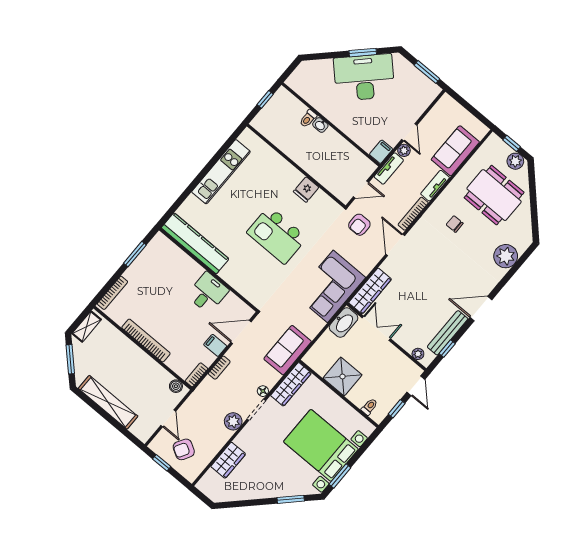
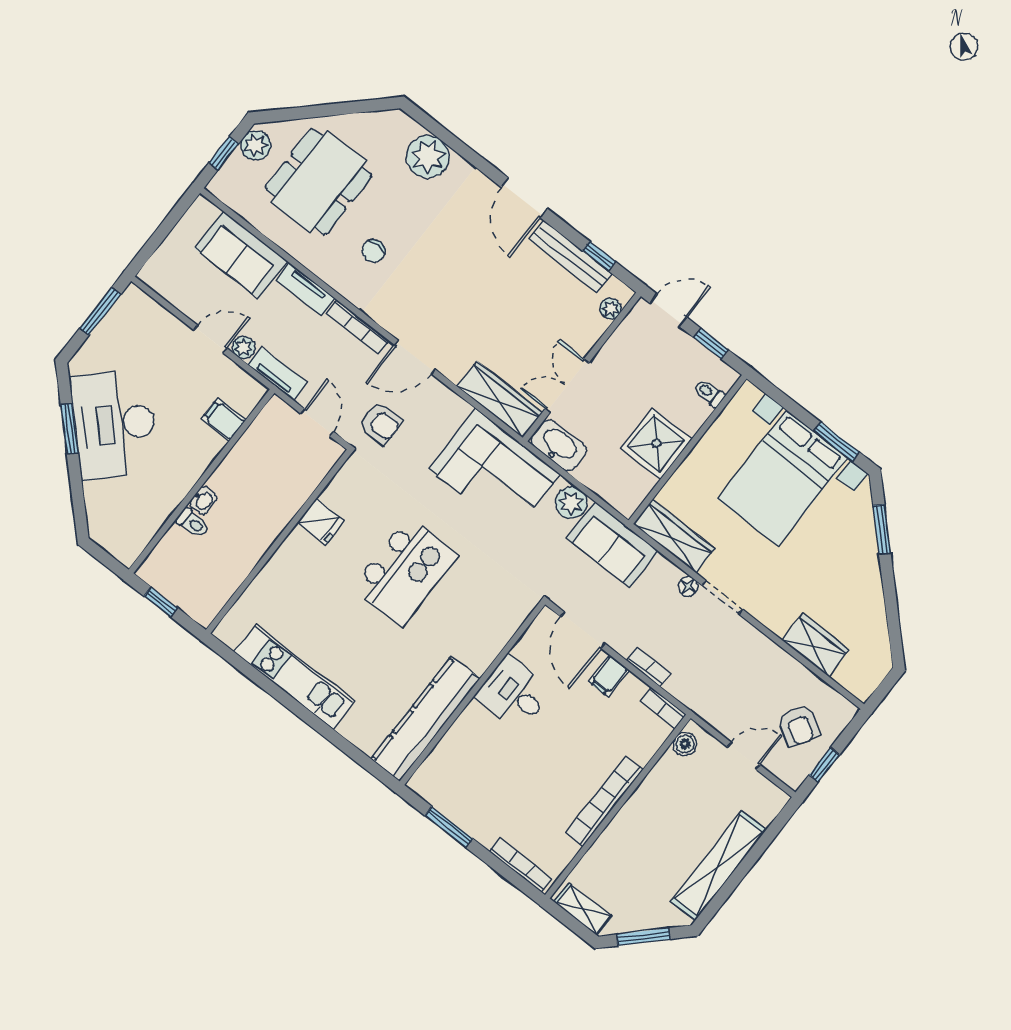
filing cabinet: (381, 152) -> (224, 420), moved
plant: (233, 421) -> (571, 503), moved

